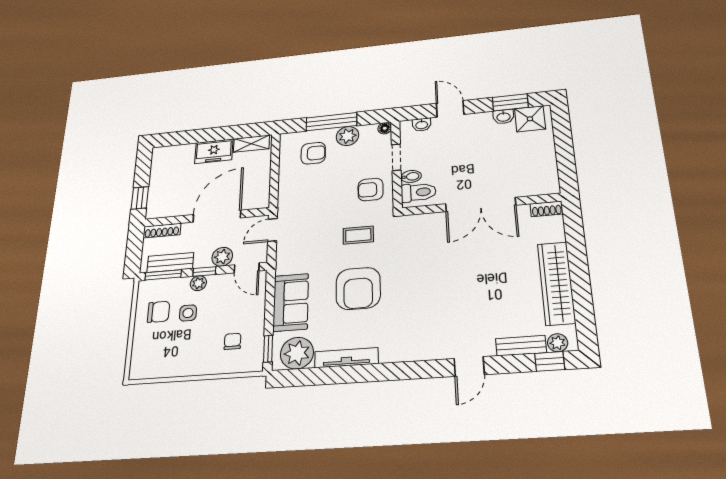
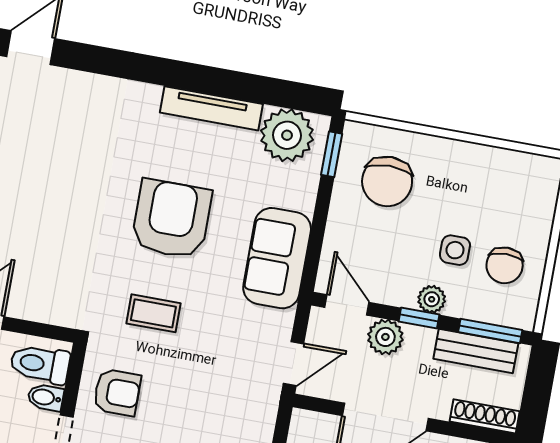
sofa: (291, 302) -> (277, 258), moved
chair: (159, 312) -> (505, 265), turned -90
chair: (233, 341) -> (387, 181), width x1.87, depth x1.87

